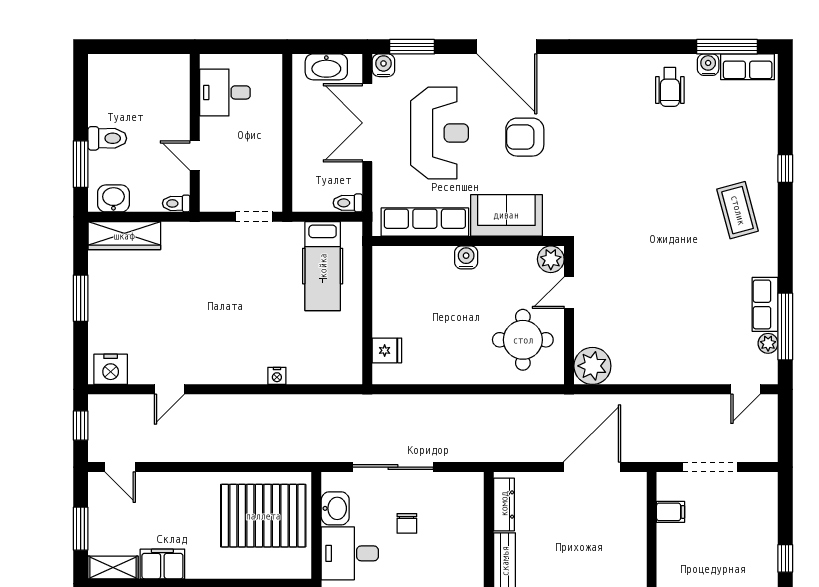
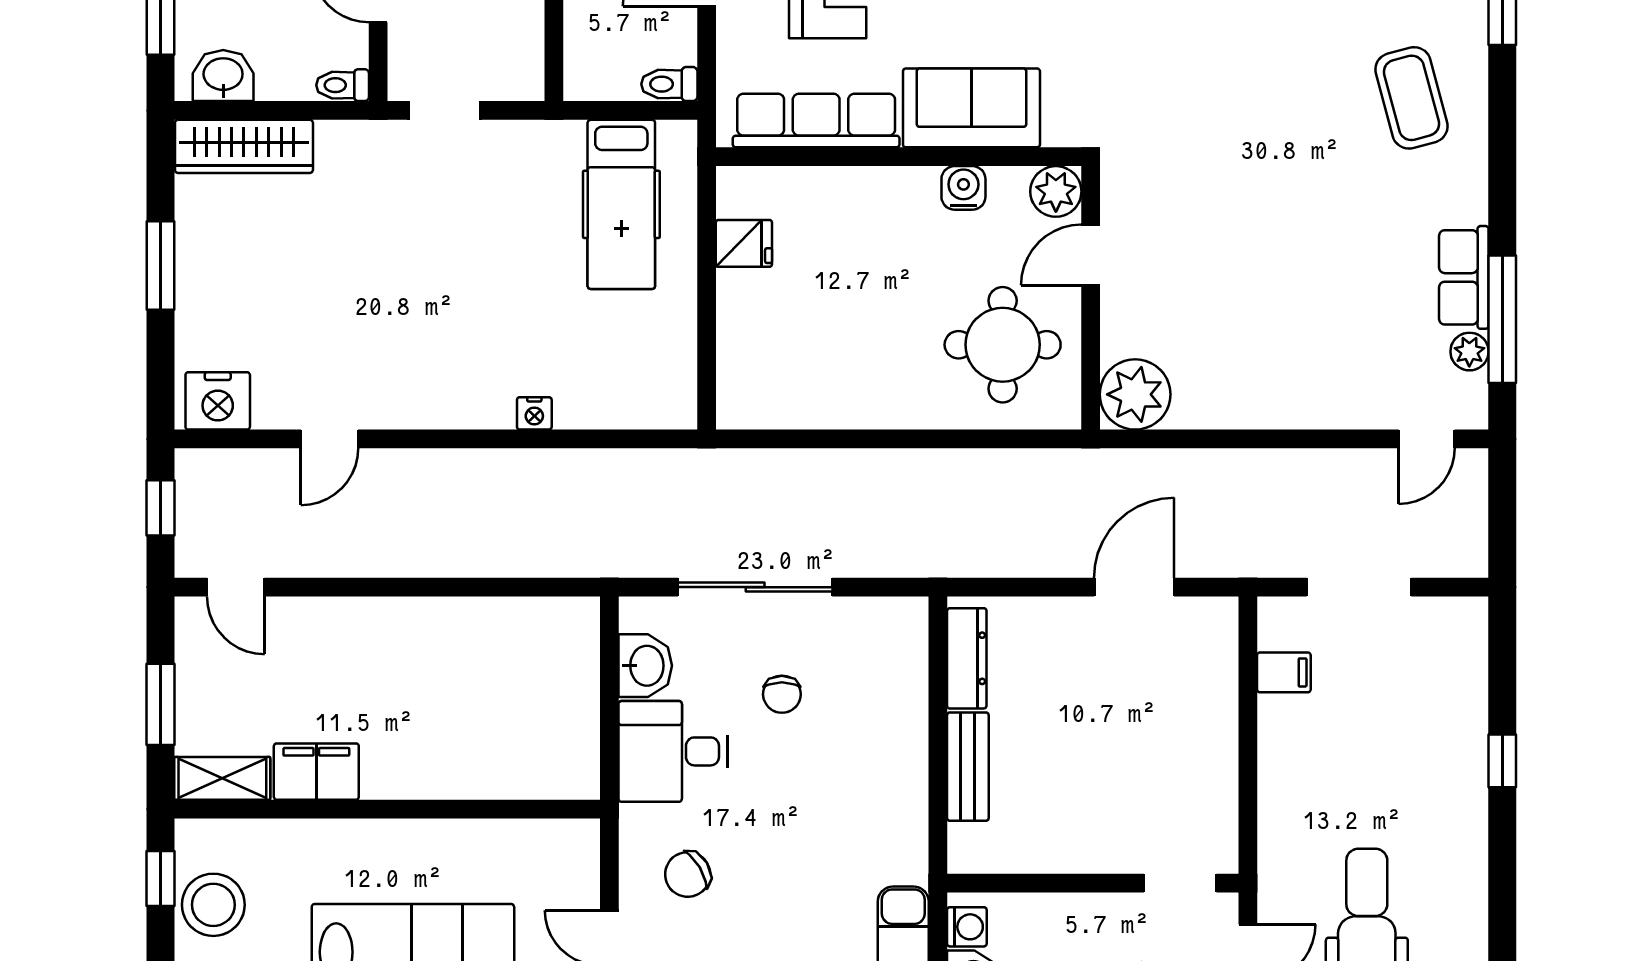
doorway: (254, 217) -> (444, 110), moved
water cooler: (466, 257) -> (963, 188), moved
fridge: (387, 350) -> (744, 243), moved
door: (592, 467) -> (1134, 587), width x0.73
pallet: (263, 516) -> (508, 680), removed

